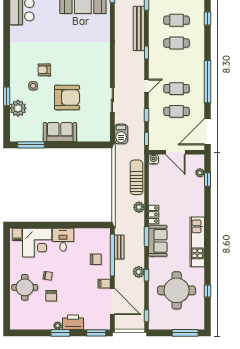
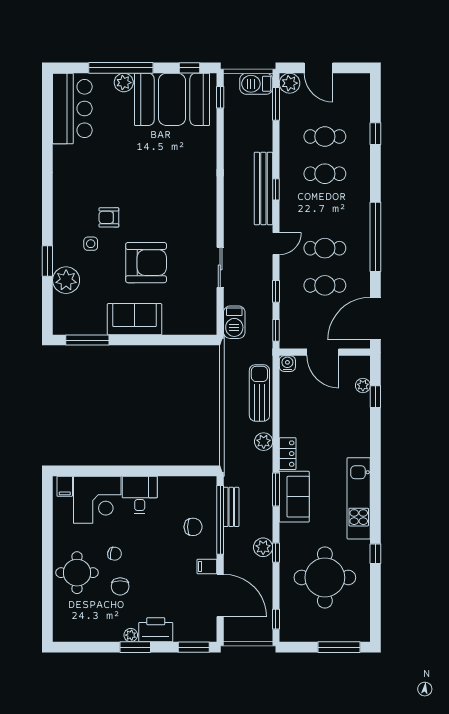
bench: (139, 28) -> (263, 188), moved
window: (207, 291) -> (375, 554), moved

